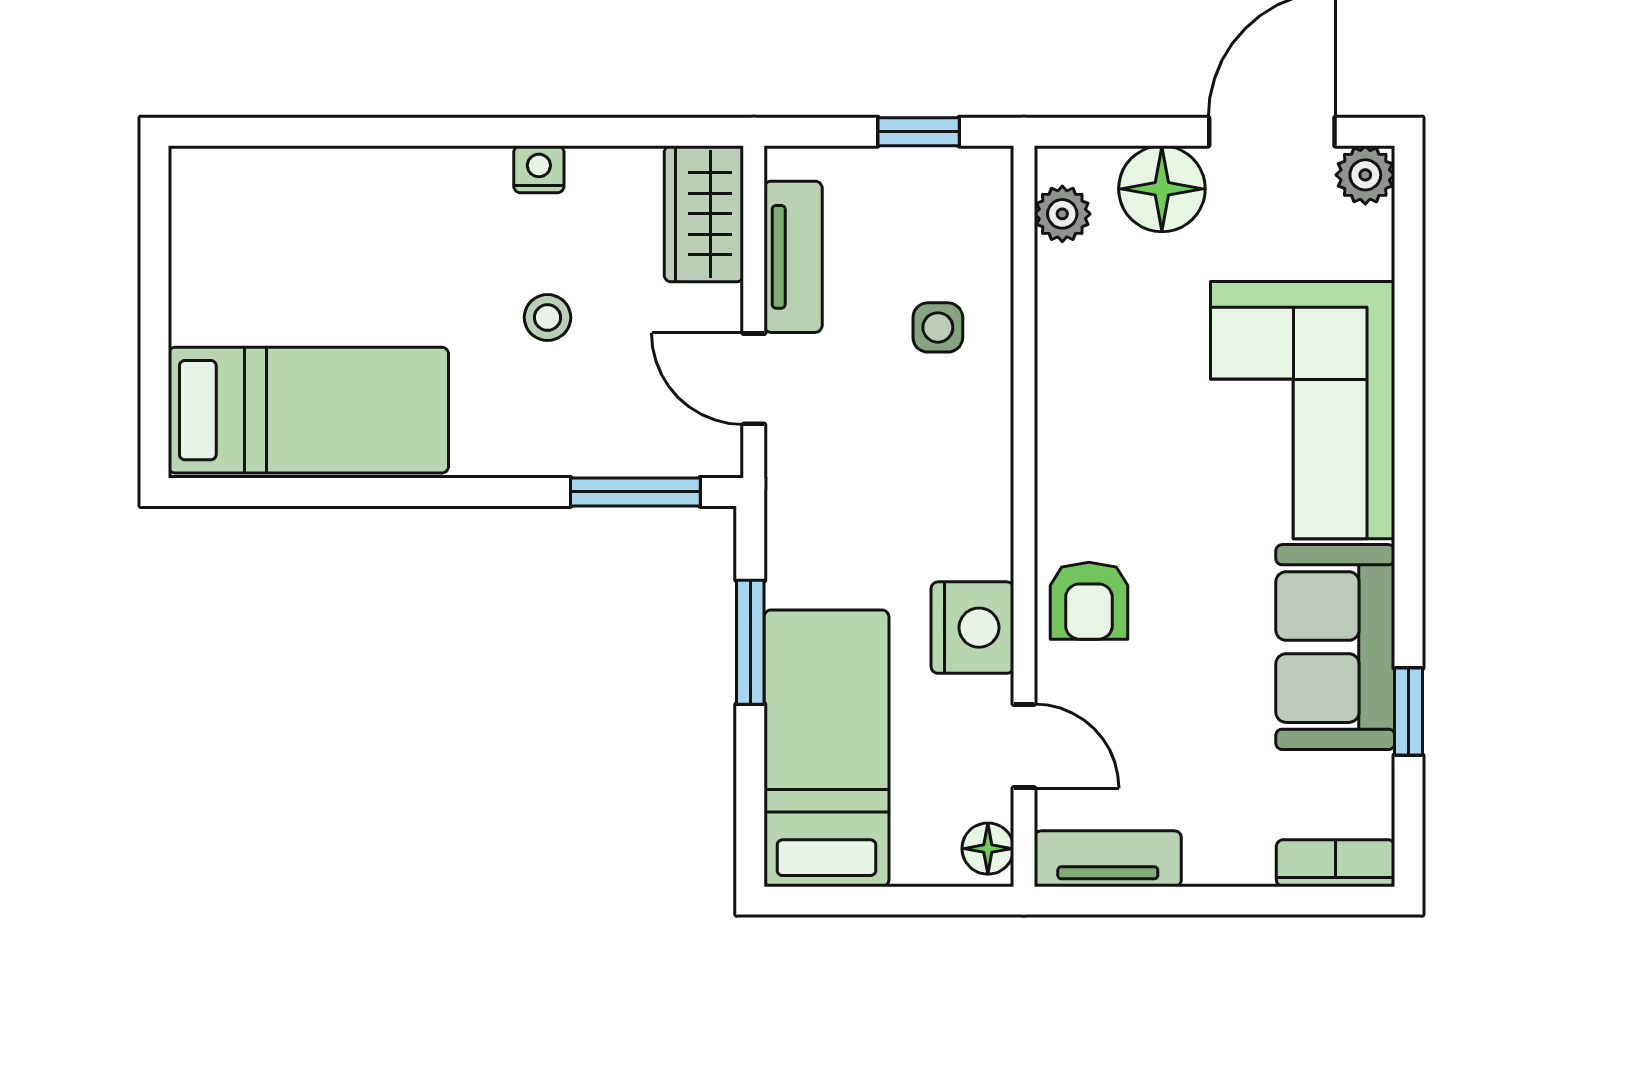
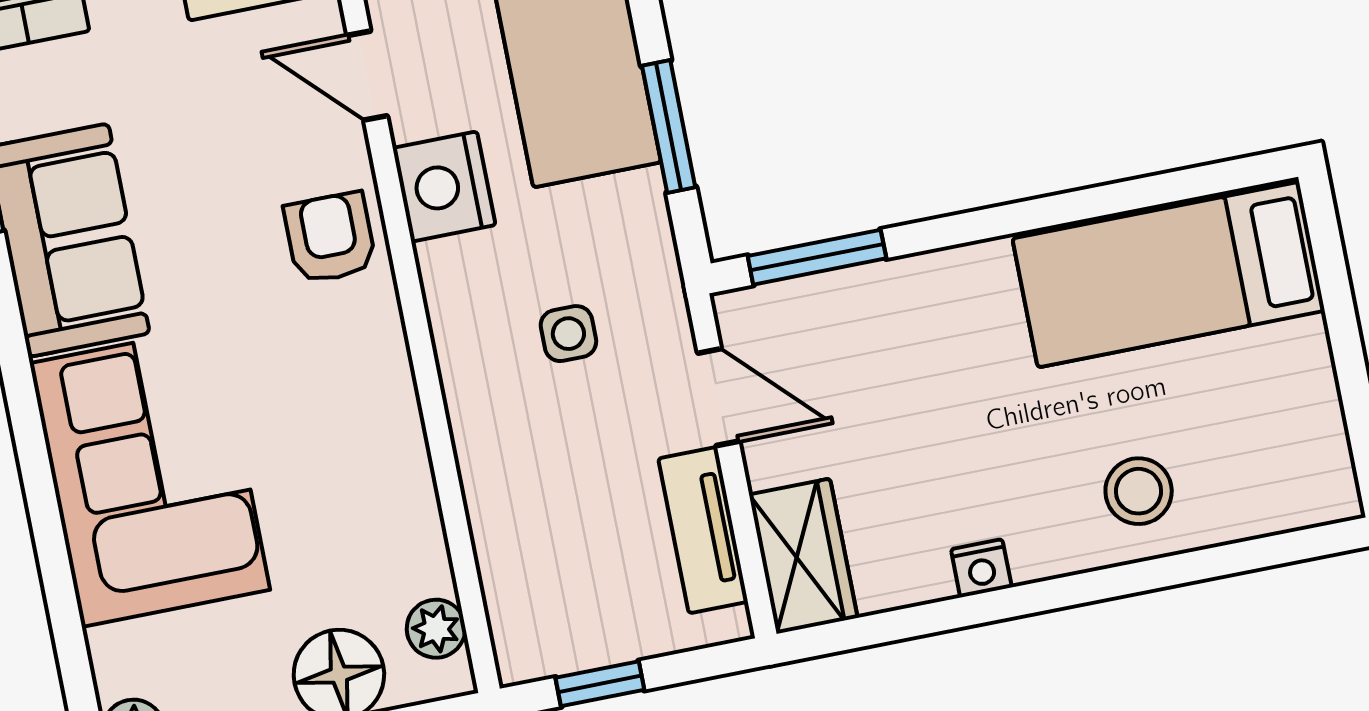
stool: (547, 317) -> (1139, 491), moved, width x1.37, depth x1.37
side table: (938, 327) -> (568, 334), moved

